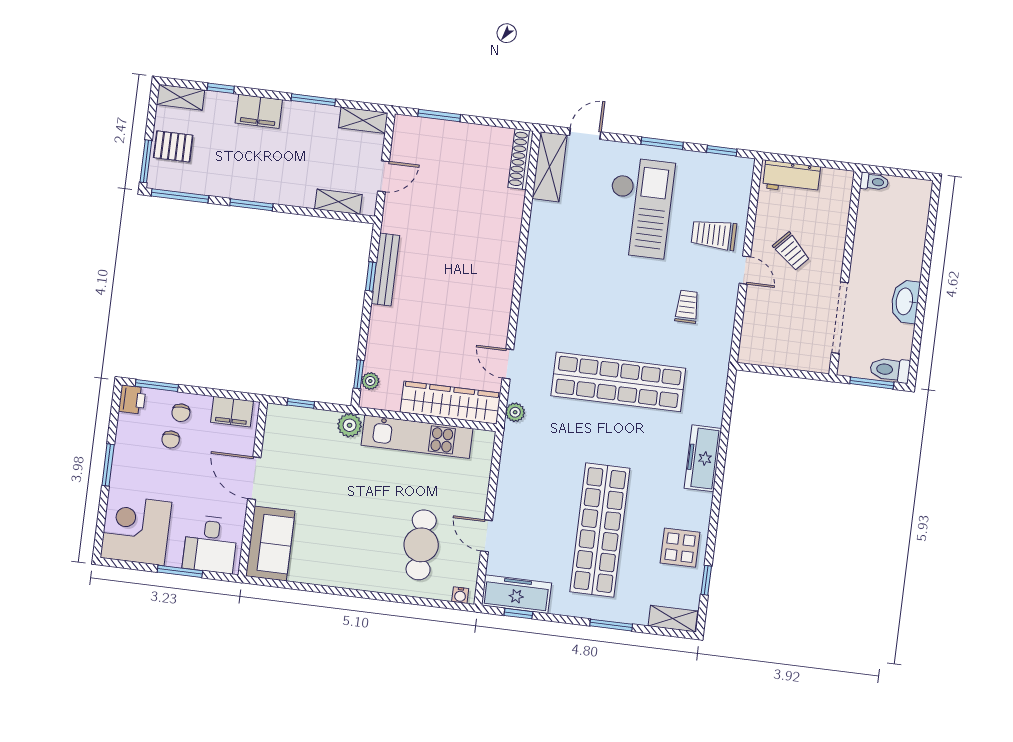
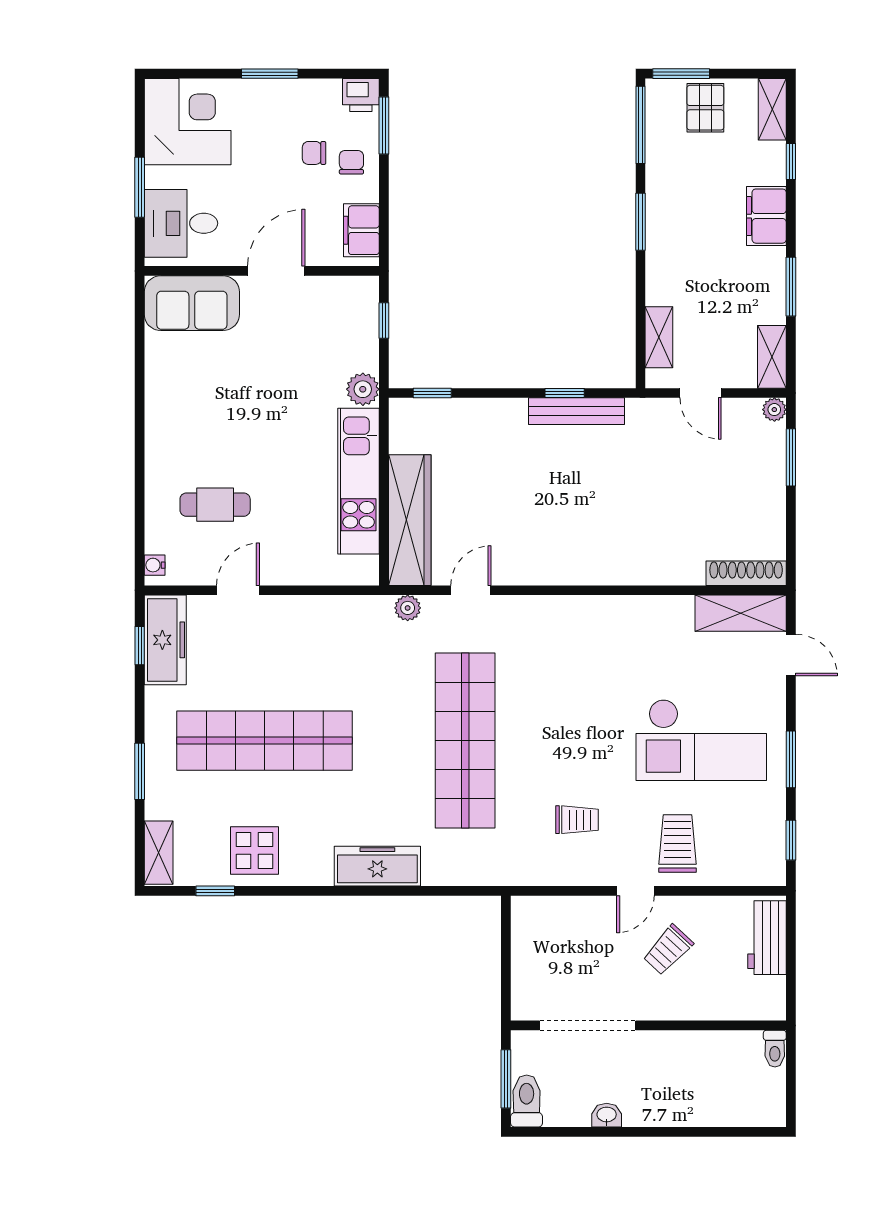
washbasin: (905, 301) -> (607, 1115), width x0.52, depth x0.69
plant: (370, 381) -> (774, 410), moved
chair: (181, 413) -> (351, 162), turned 90
cafe table: (421, 545) -> (215, 505), width x0.73, depth x0.74

